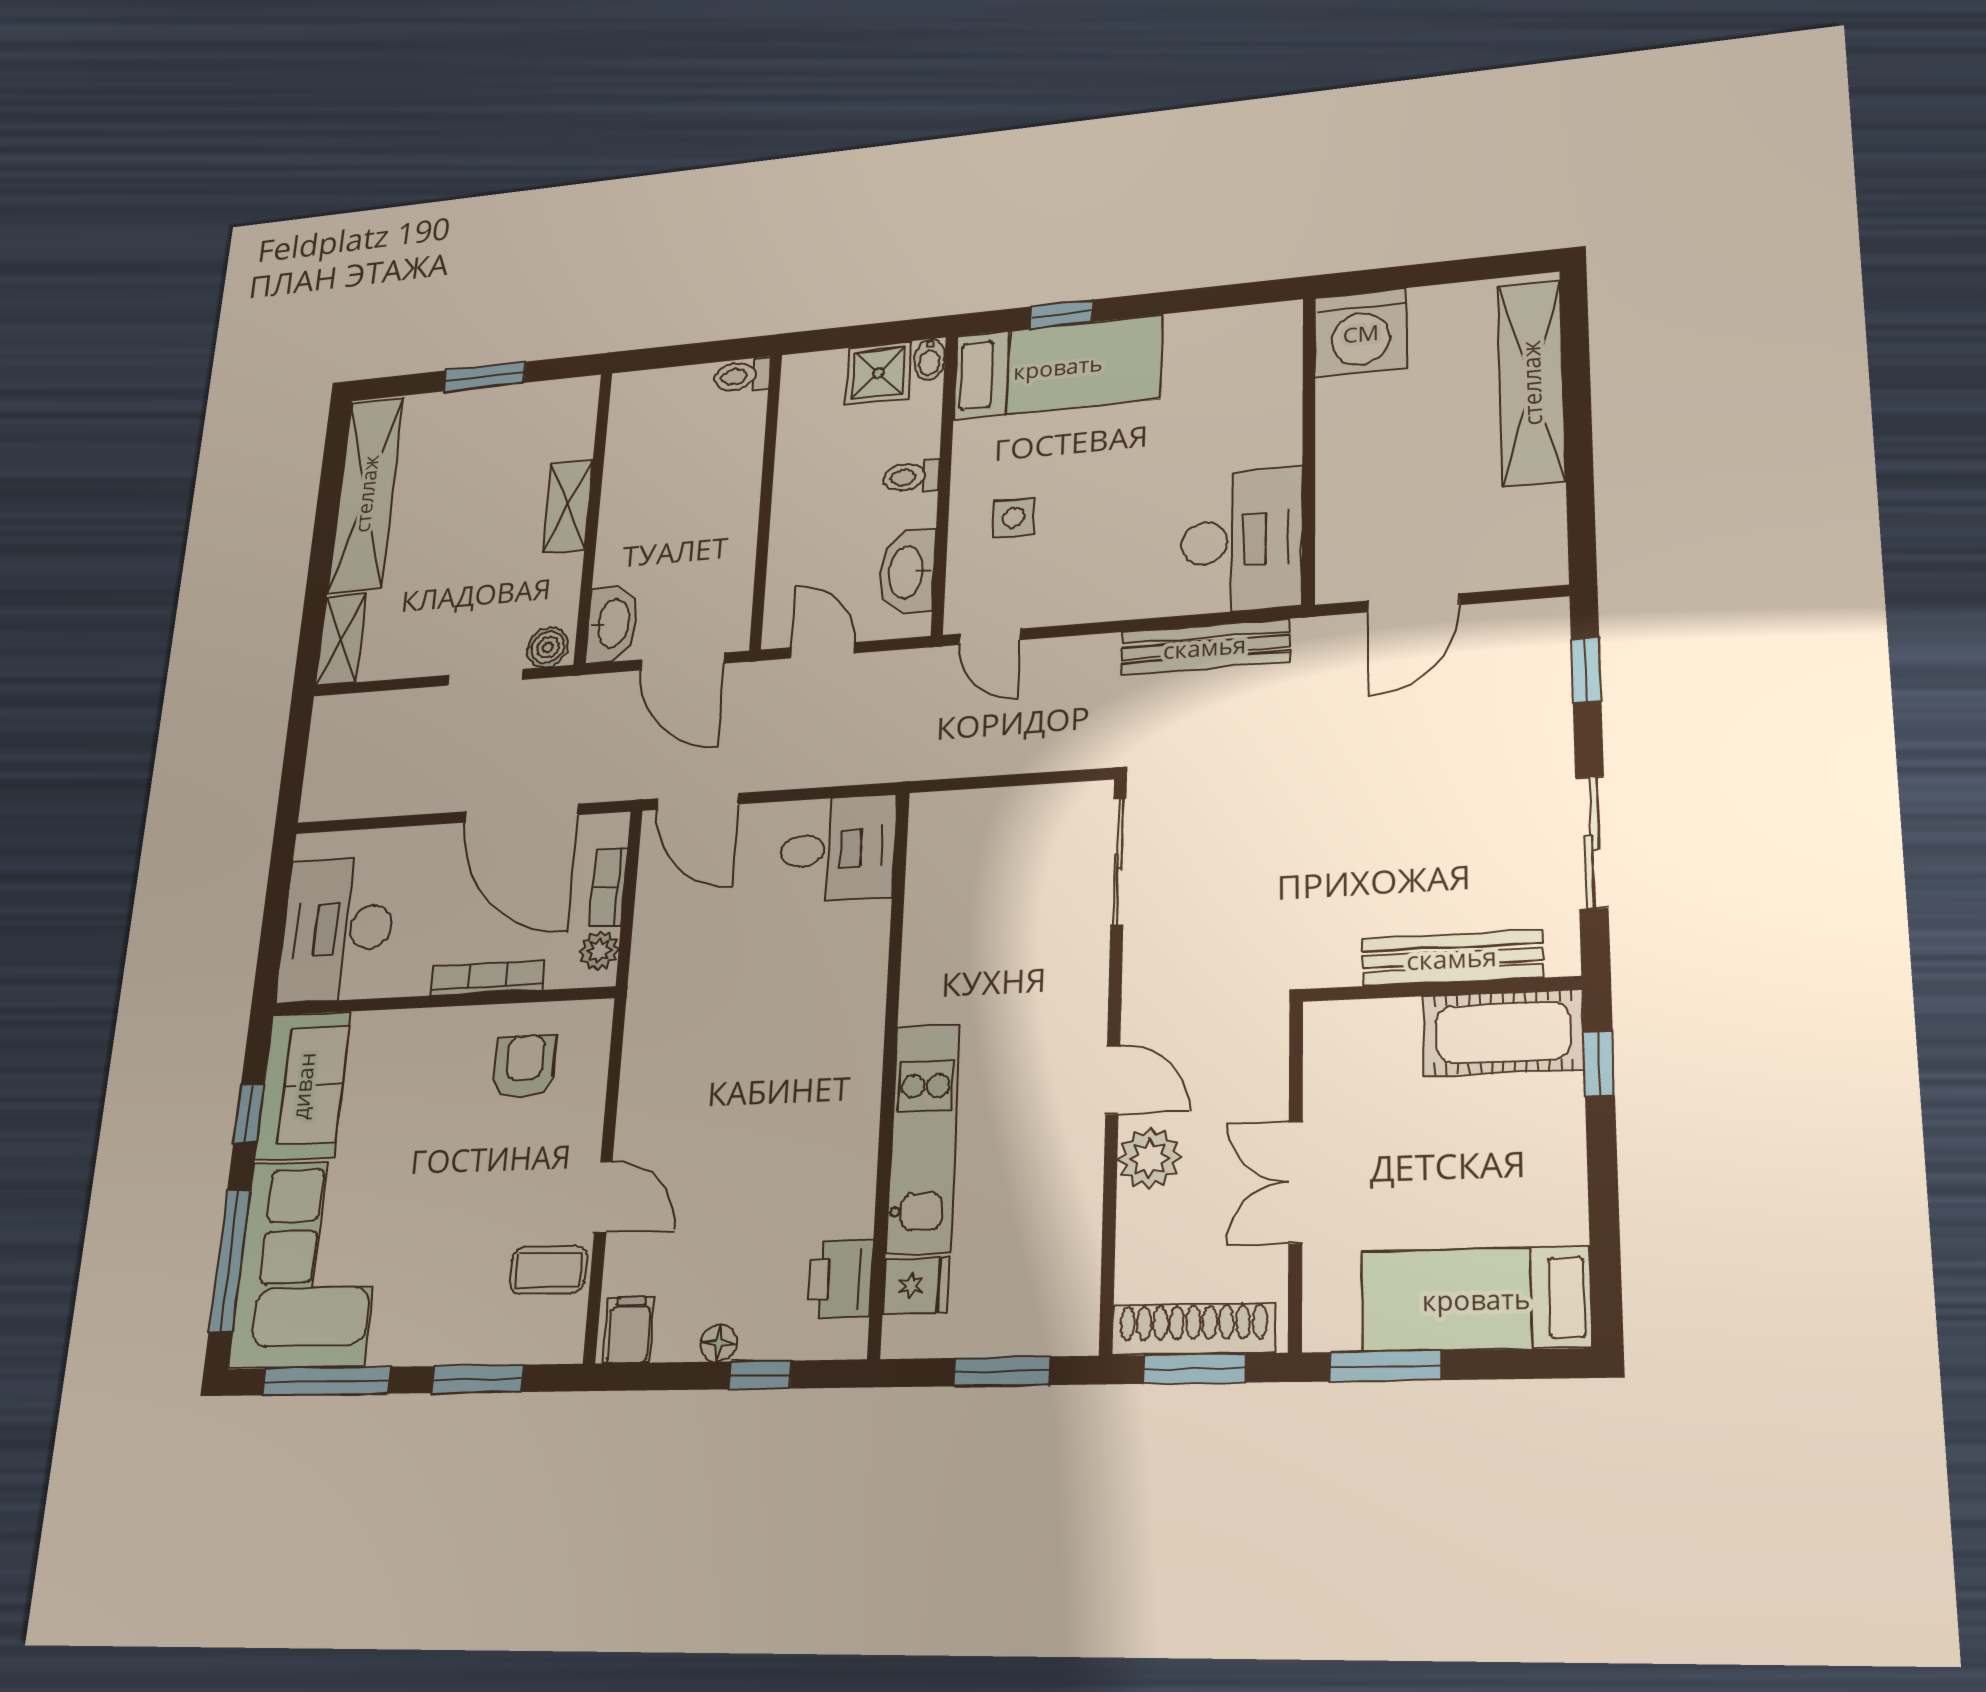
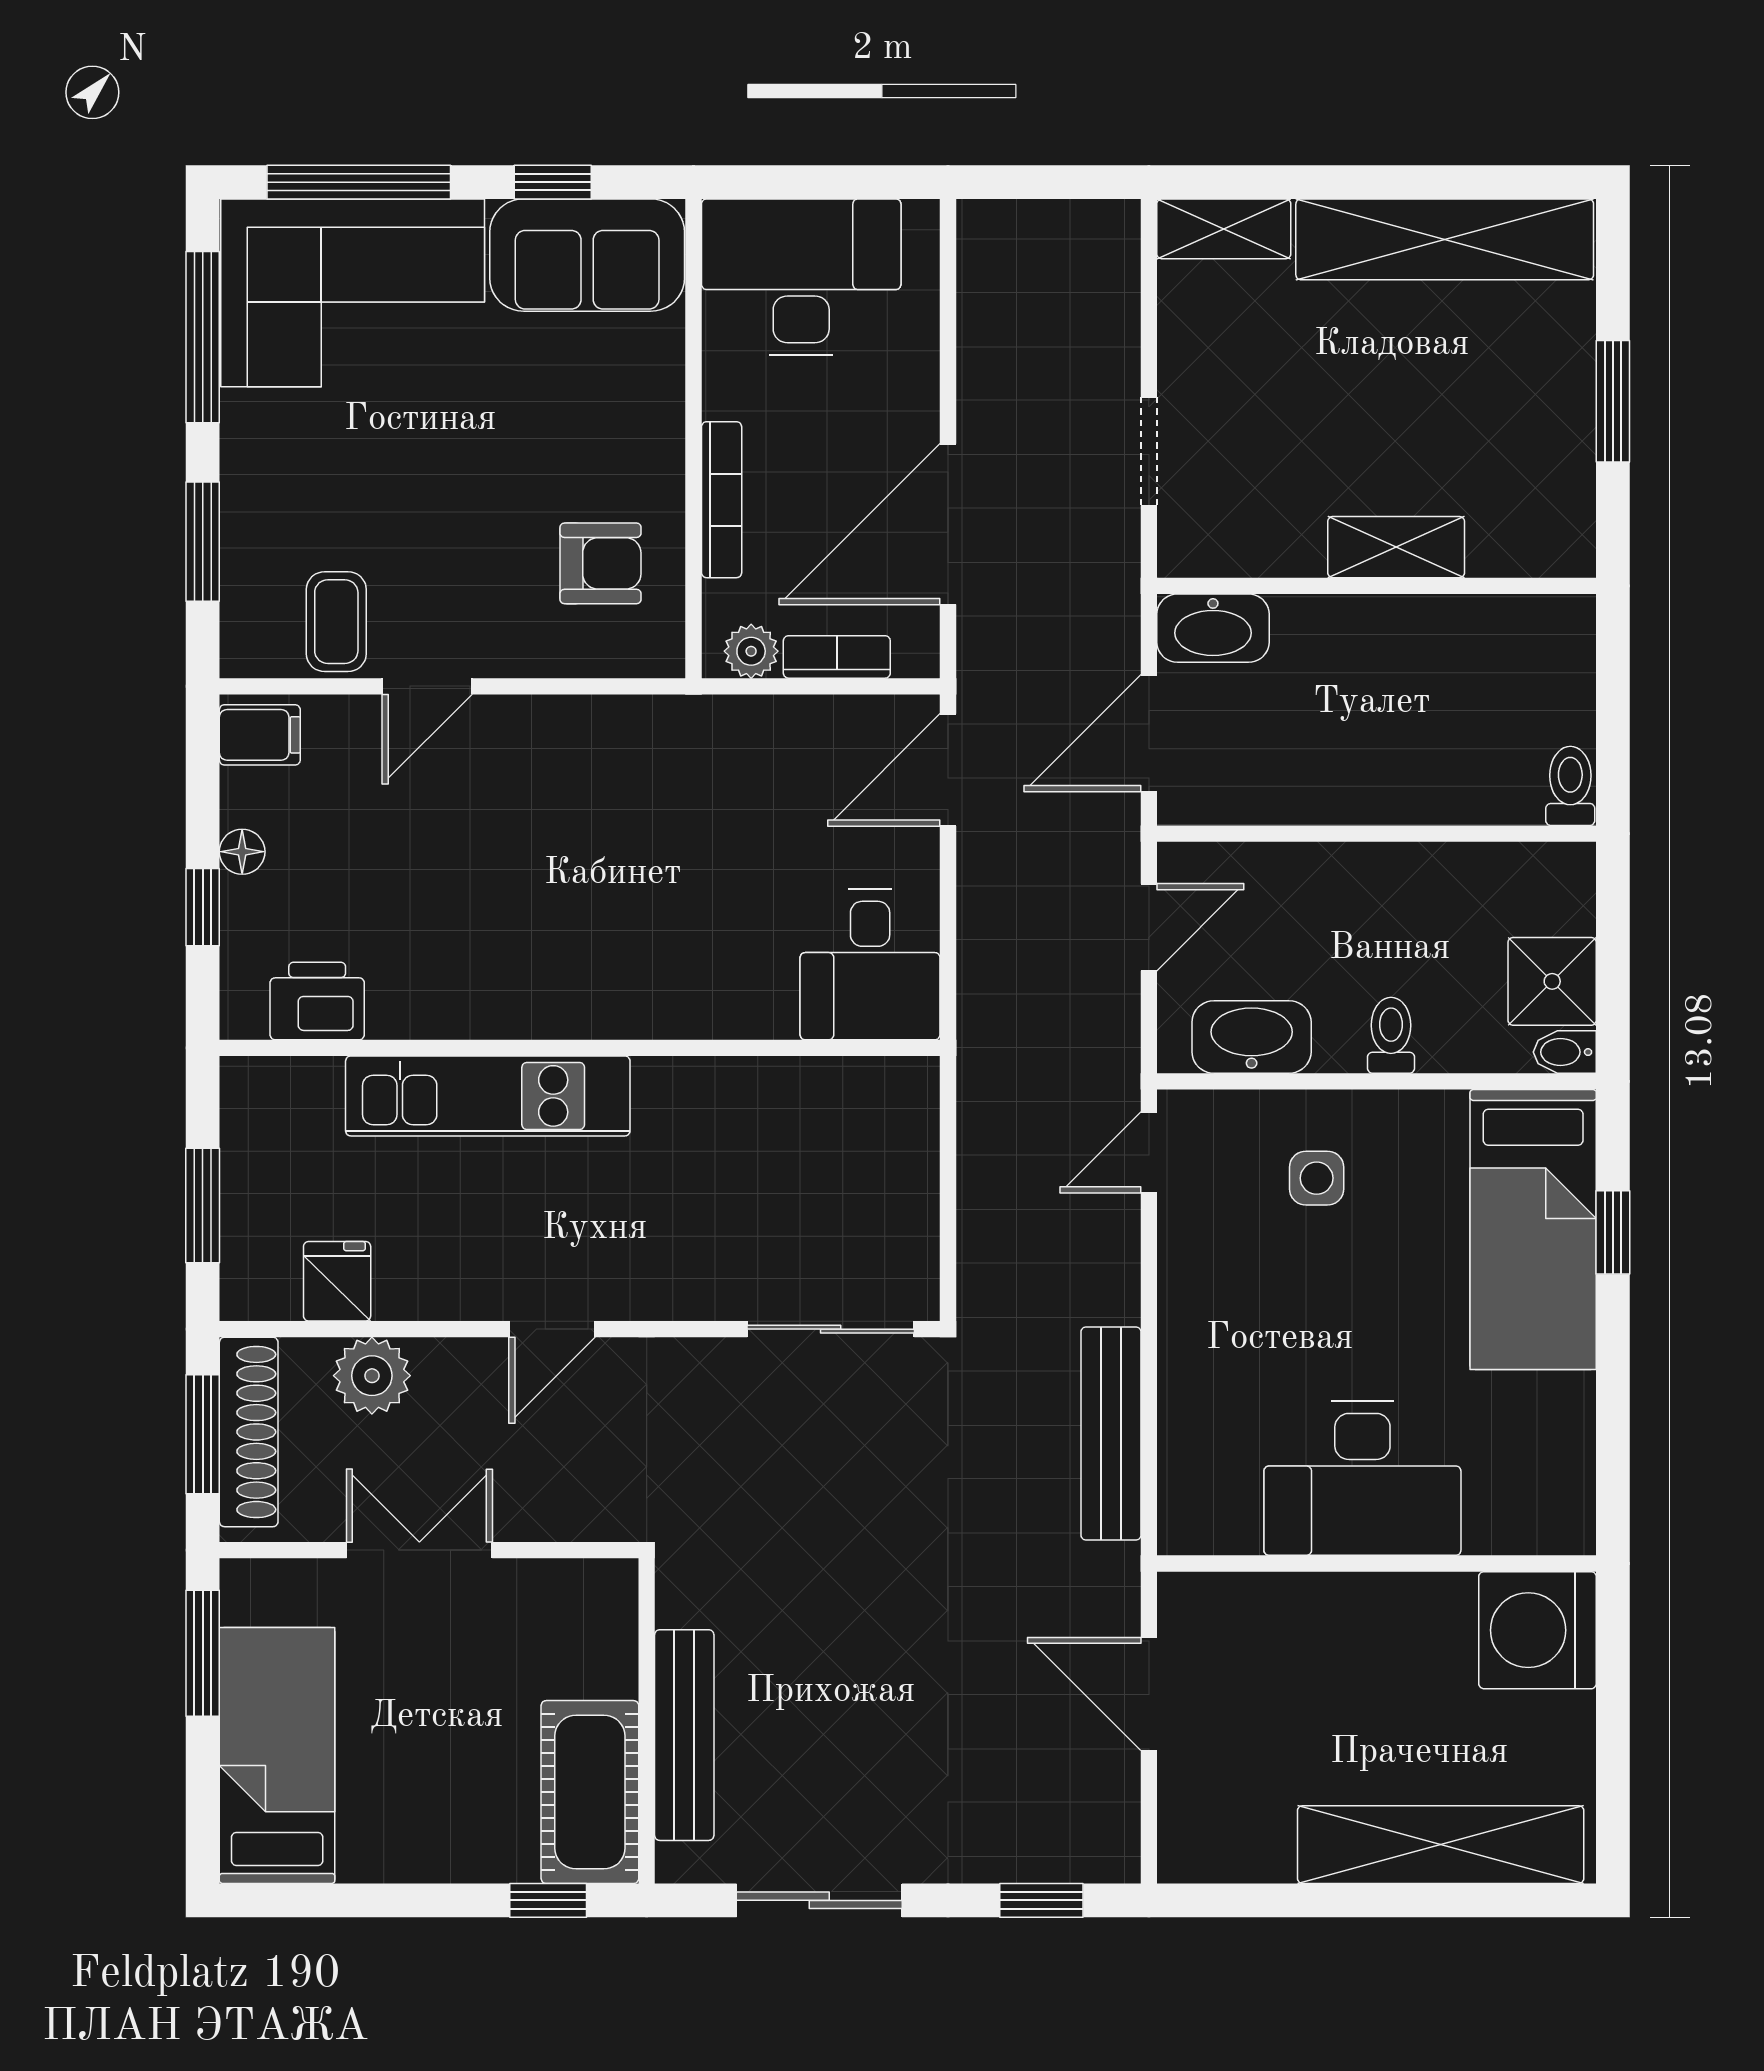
desk: (1242, 540) -> (1362, 1478), moved
boiler: (548, 647) -> (1186, 538), removed
plant: (1149, 1158) -> (372, 1376), moved
fridge: (916, 1285) -> (337, 1281), moved, turned 180

